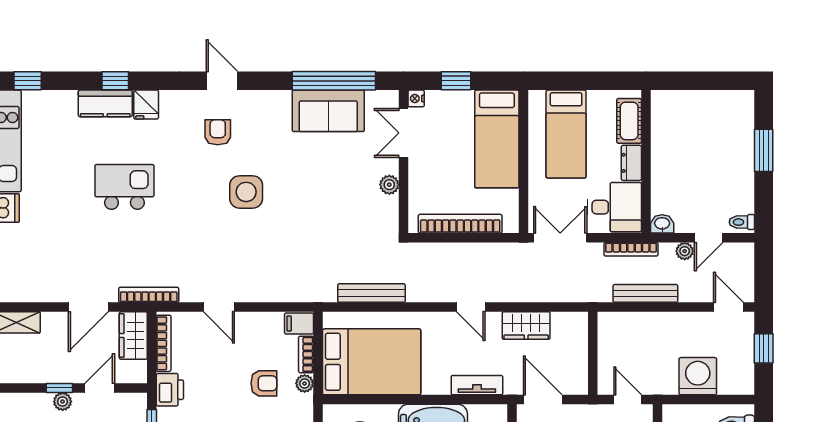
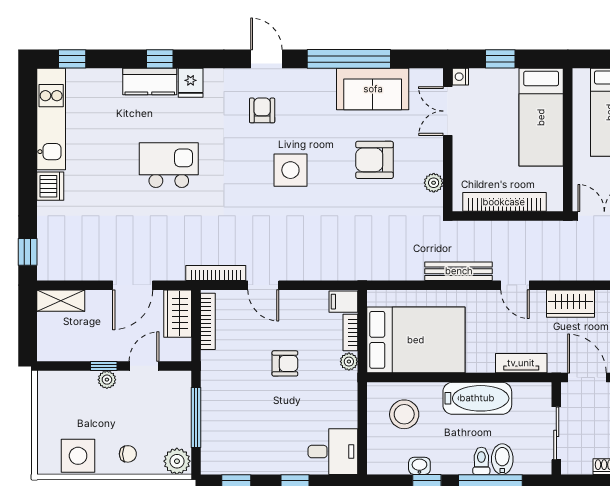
window: (334, 81) -> (349, 59), moved
armchair: (330, 182) -> (374, 160), added
plant: (389, 185) -> (434, 183), moved
bench: (371, 293) -> (459, 271), moved
bookcase: (149, 295) -> (216, 273), moved
armchair: (264, 383) -> (285, 363), moved
printer: (170, 390) -> (214, 368), removed

